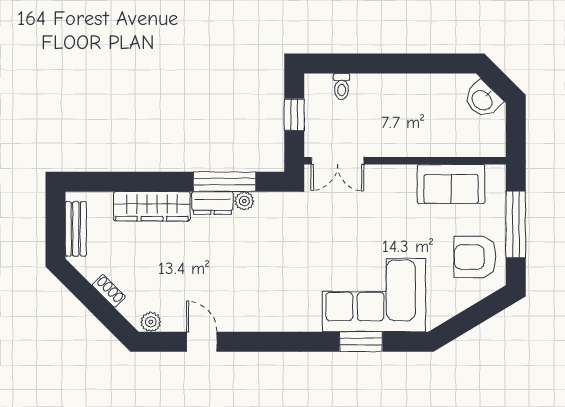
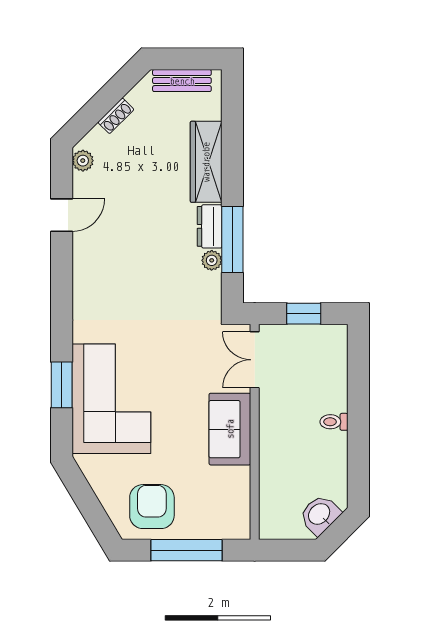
toilet: (342, 86) -> (334, 422), moved
sofa: (451, 184) -> (230, 429), moved

